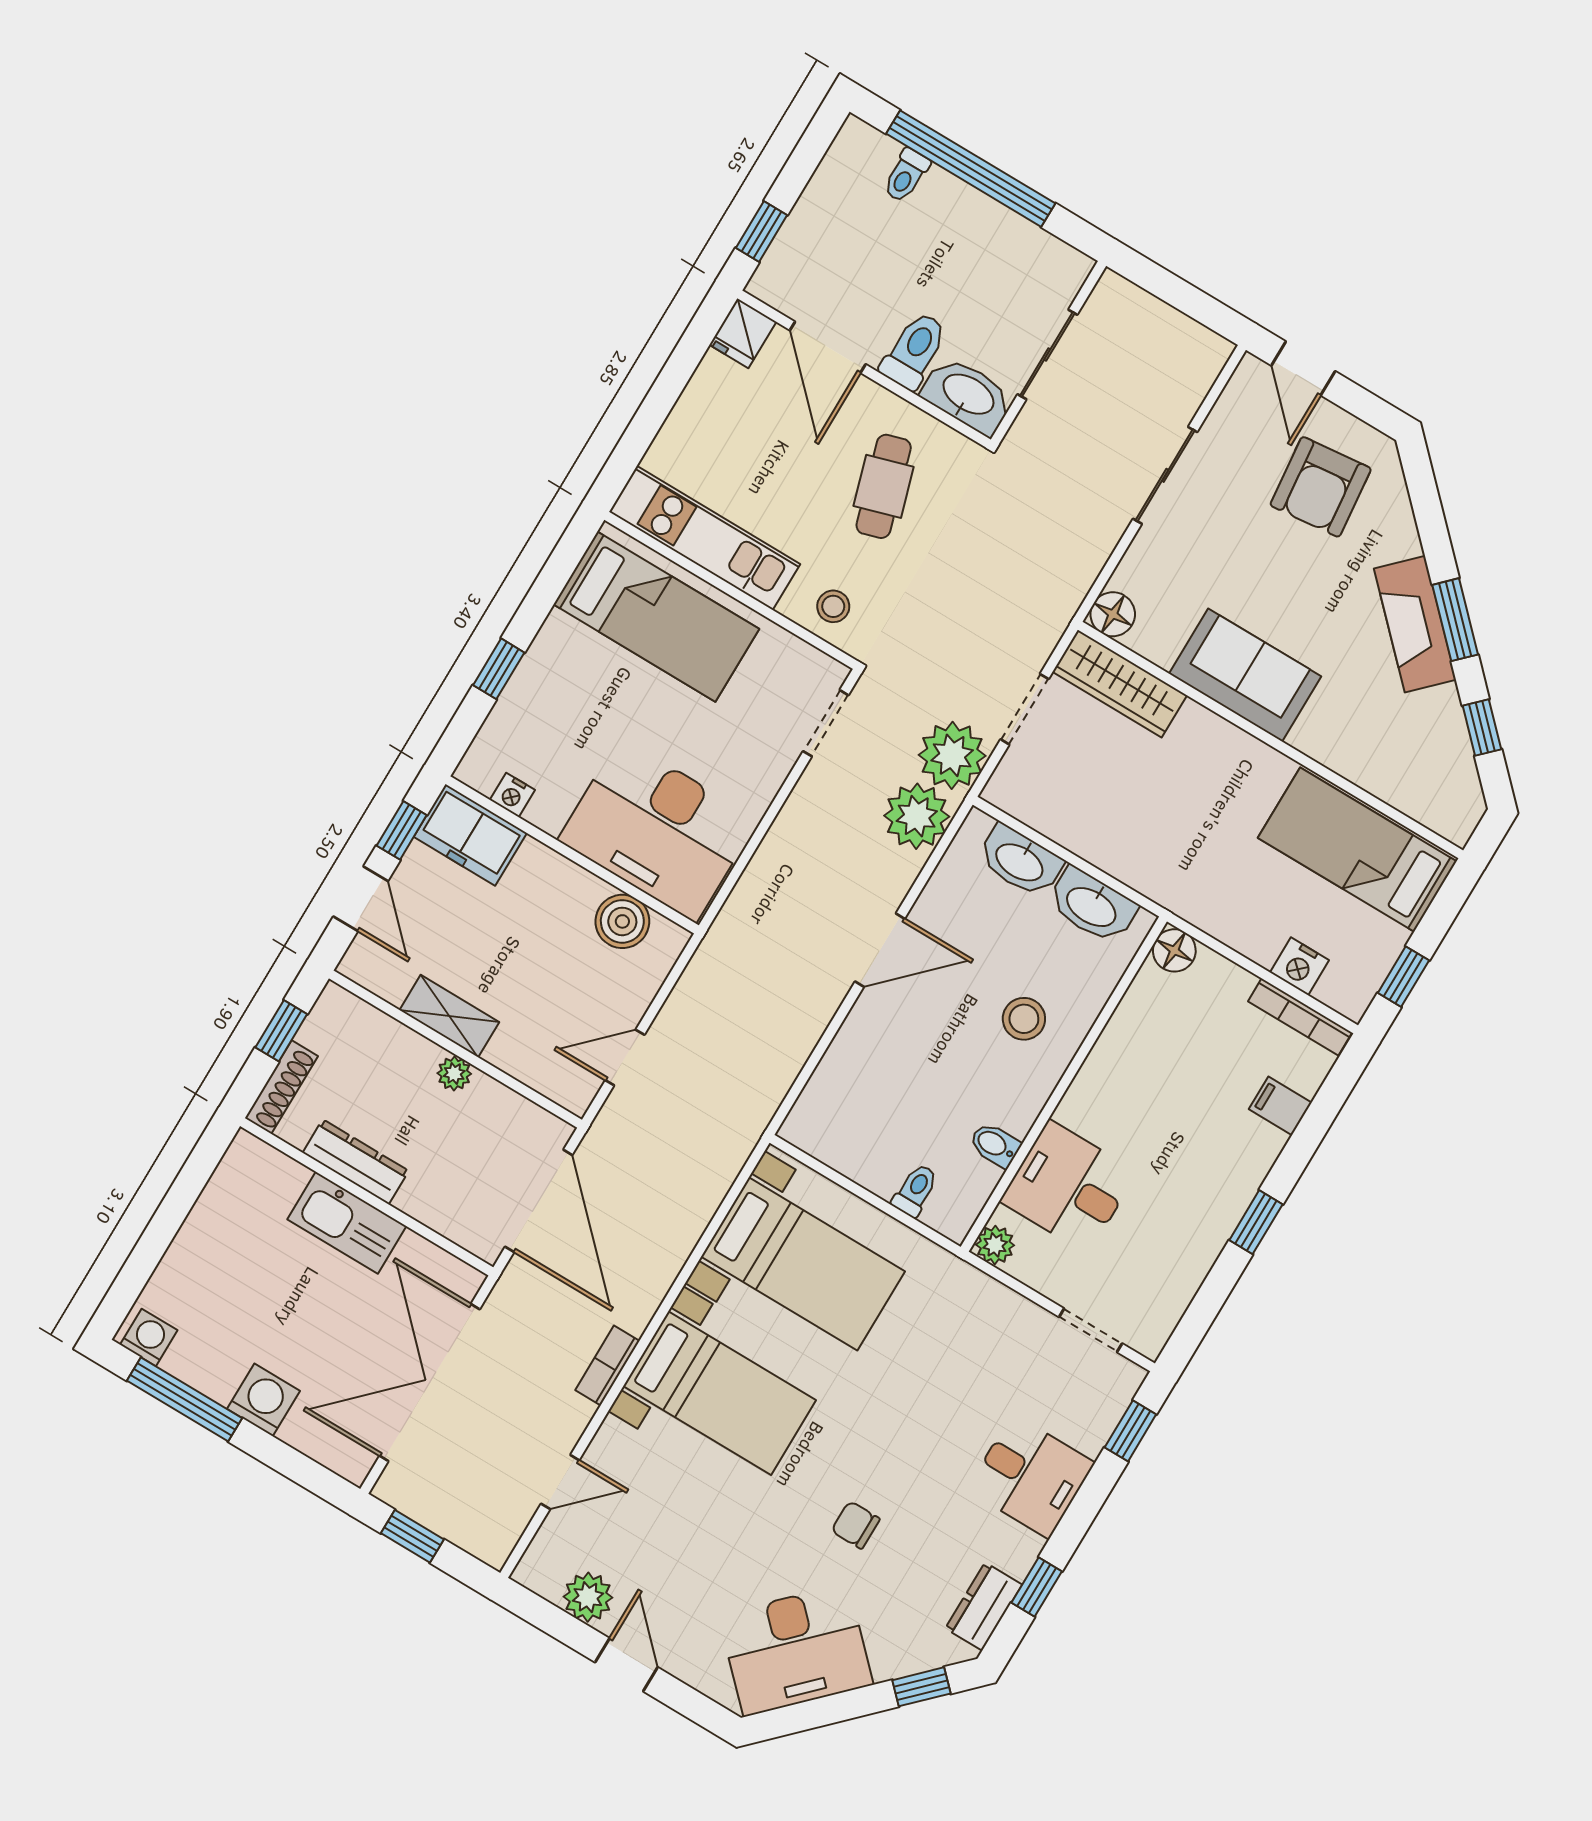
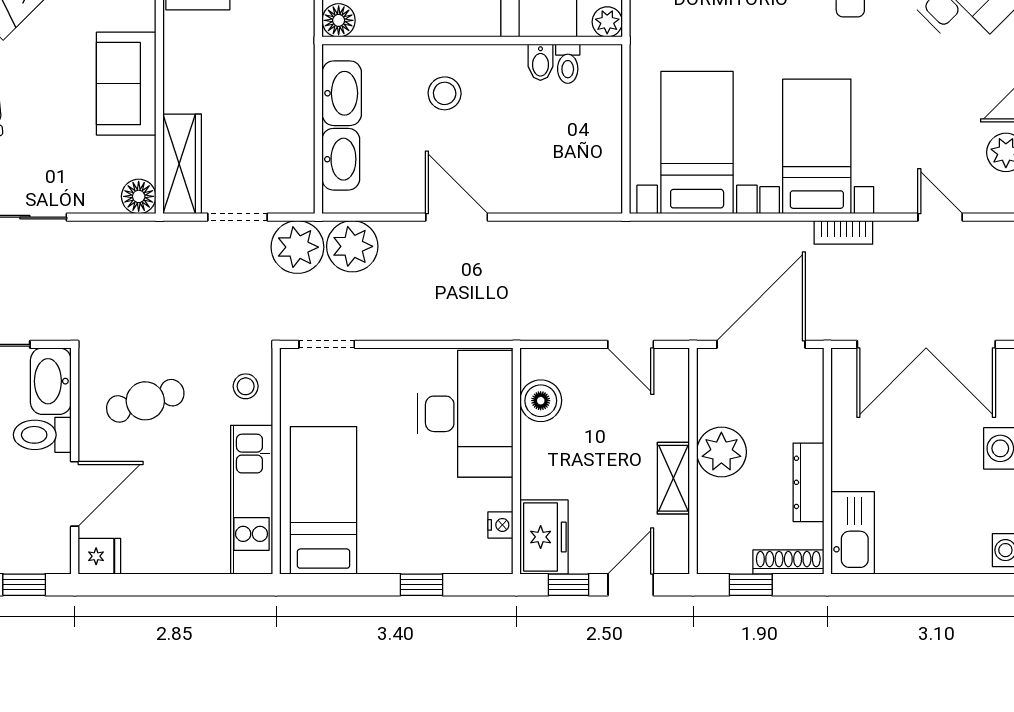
plant: (454, 1074) -> (721, 452), width x1.88, depth x1.88
toilet: (915, 1190) -> (568, 64), moved, turned -90
kitchen sink: (347, 1223) -> (853, 533), moved

